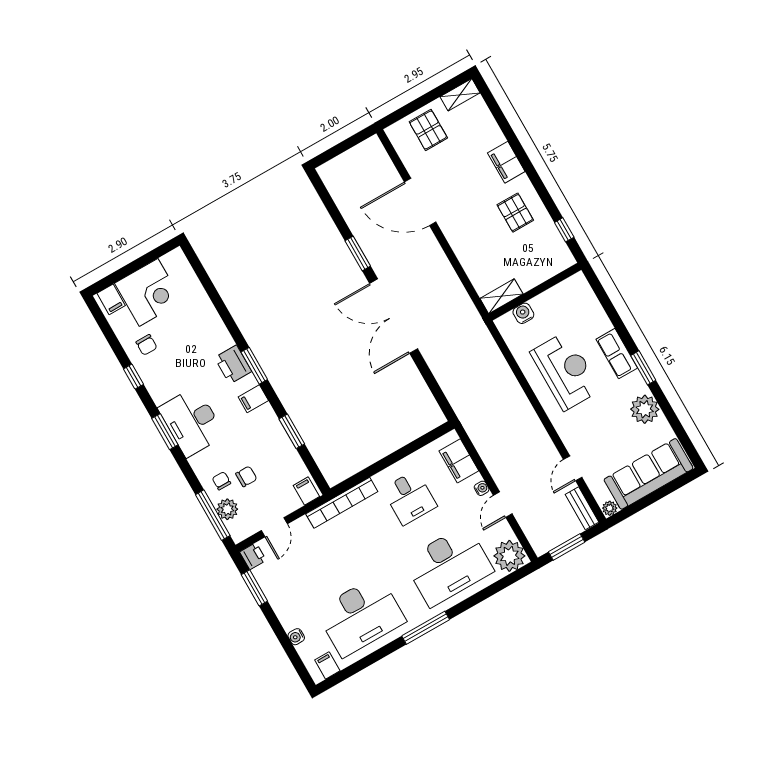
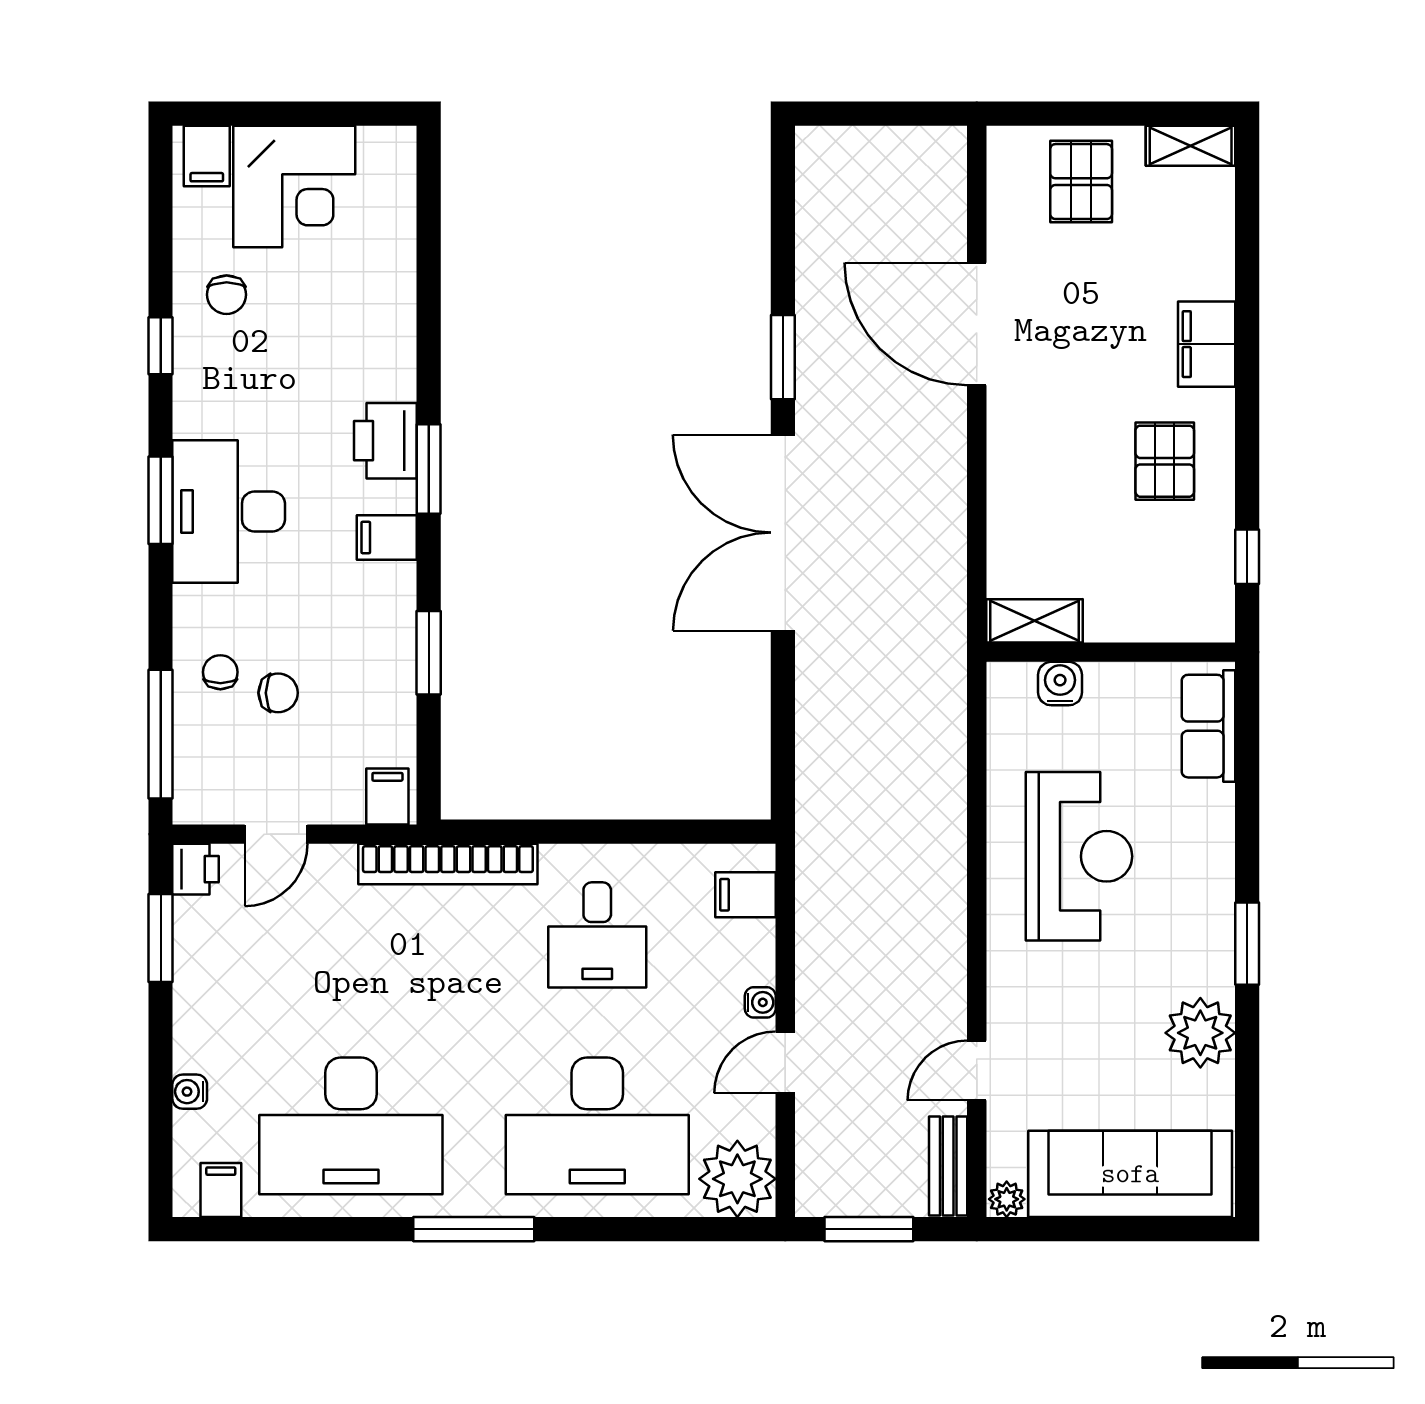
row of seats: (617, 354) -> (1209, 726), moved
filing cabinet: (459, 461) -> (746, 895), width x0.50
plant: (227, 509) -> (198, 739), removed

